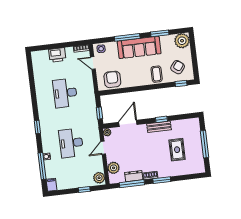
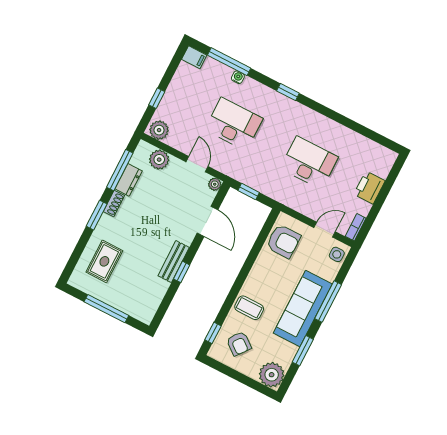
rug: (177, 150) -> (104, 261), moved, turned 90

